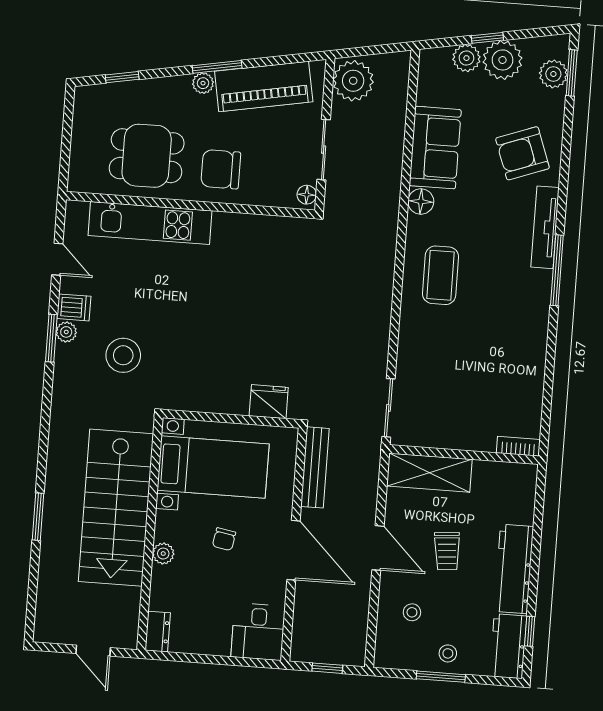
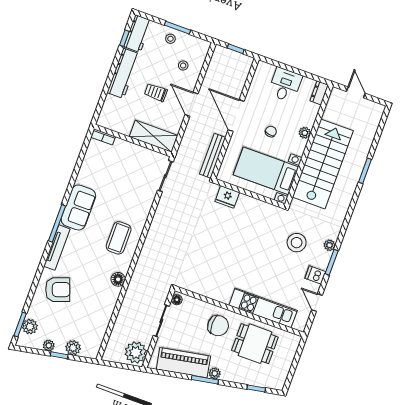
plant: (502, 60) -> (49, 346), width x0.53, depth x0.53
sofa: (435, 148) -> (78, 207), moved, turned 180
plant: (66, 332) -> (329, 245), moved
trolley: (447, 551) -> (156, 92), turned -85
desk: (258, 632) -> (285, 85), moved

